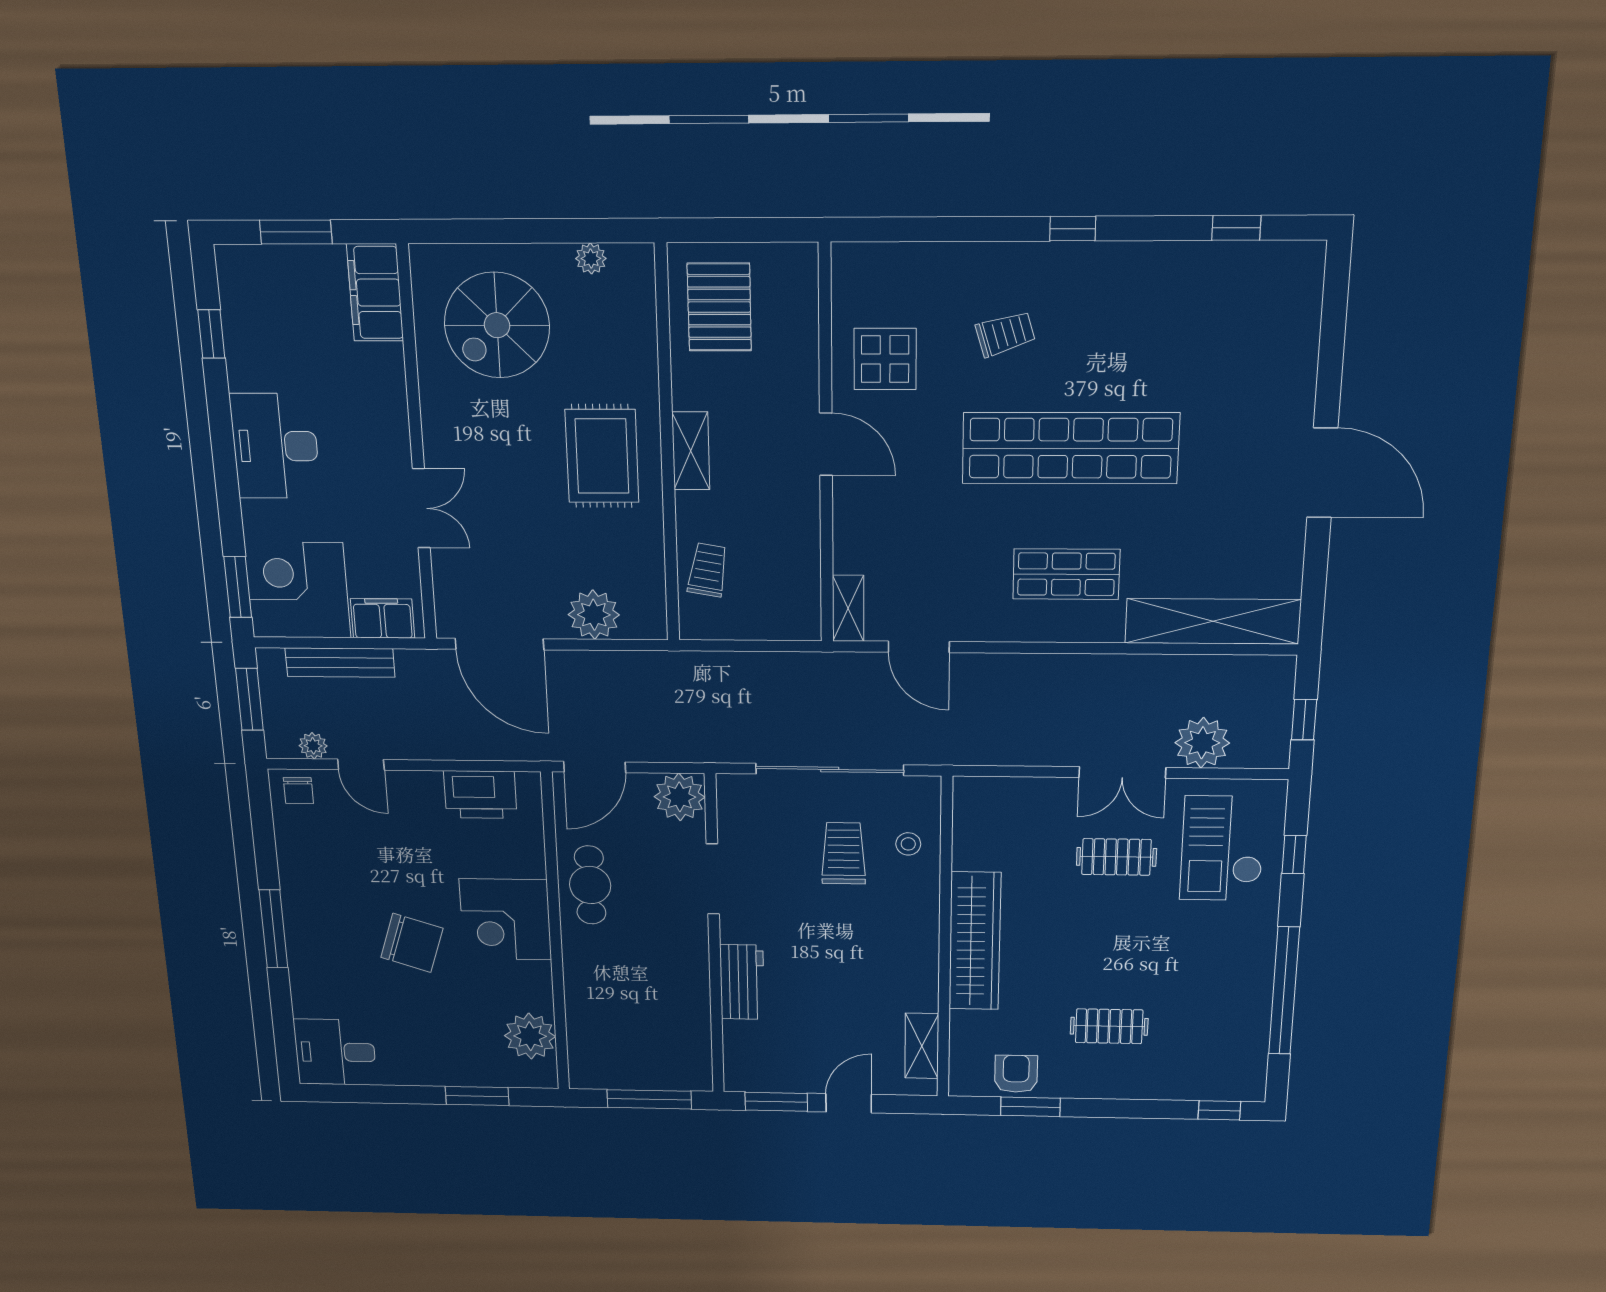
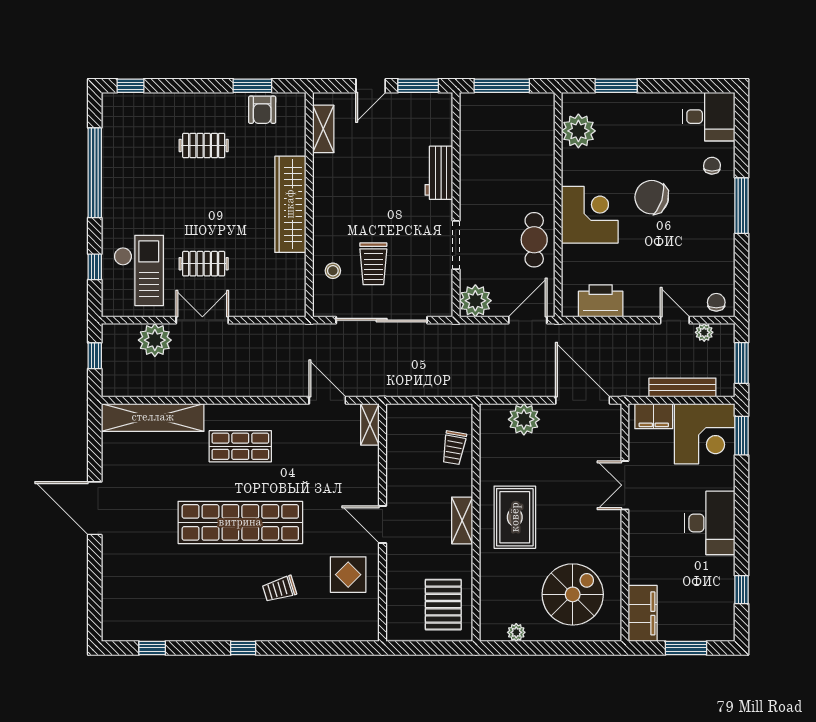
chair: (324, 985) -> (712, 166), added

